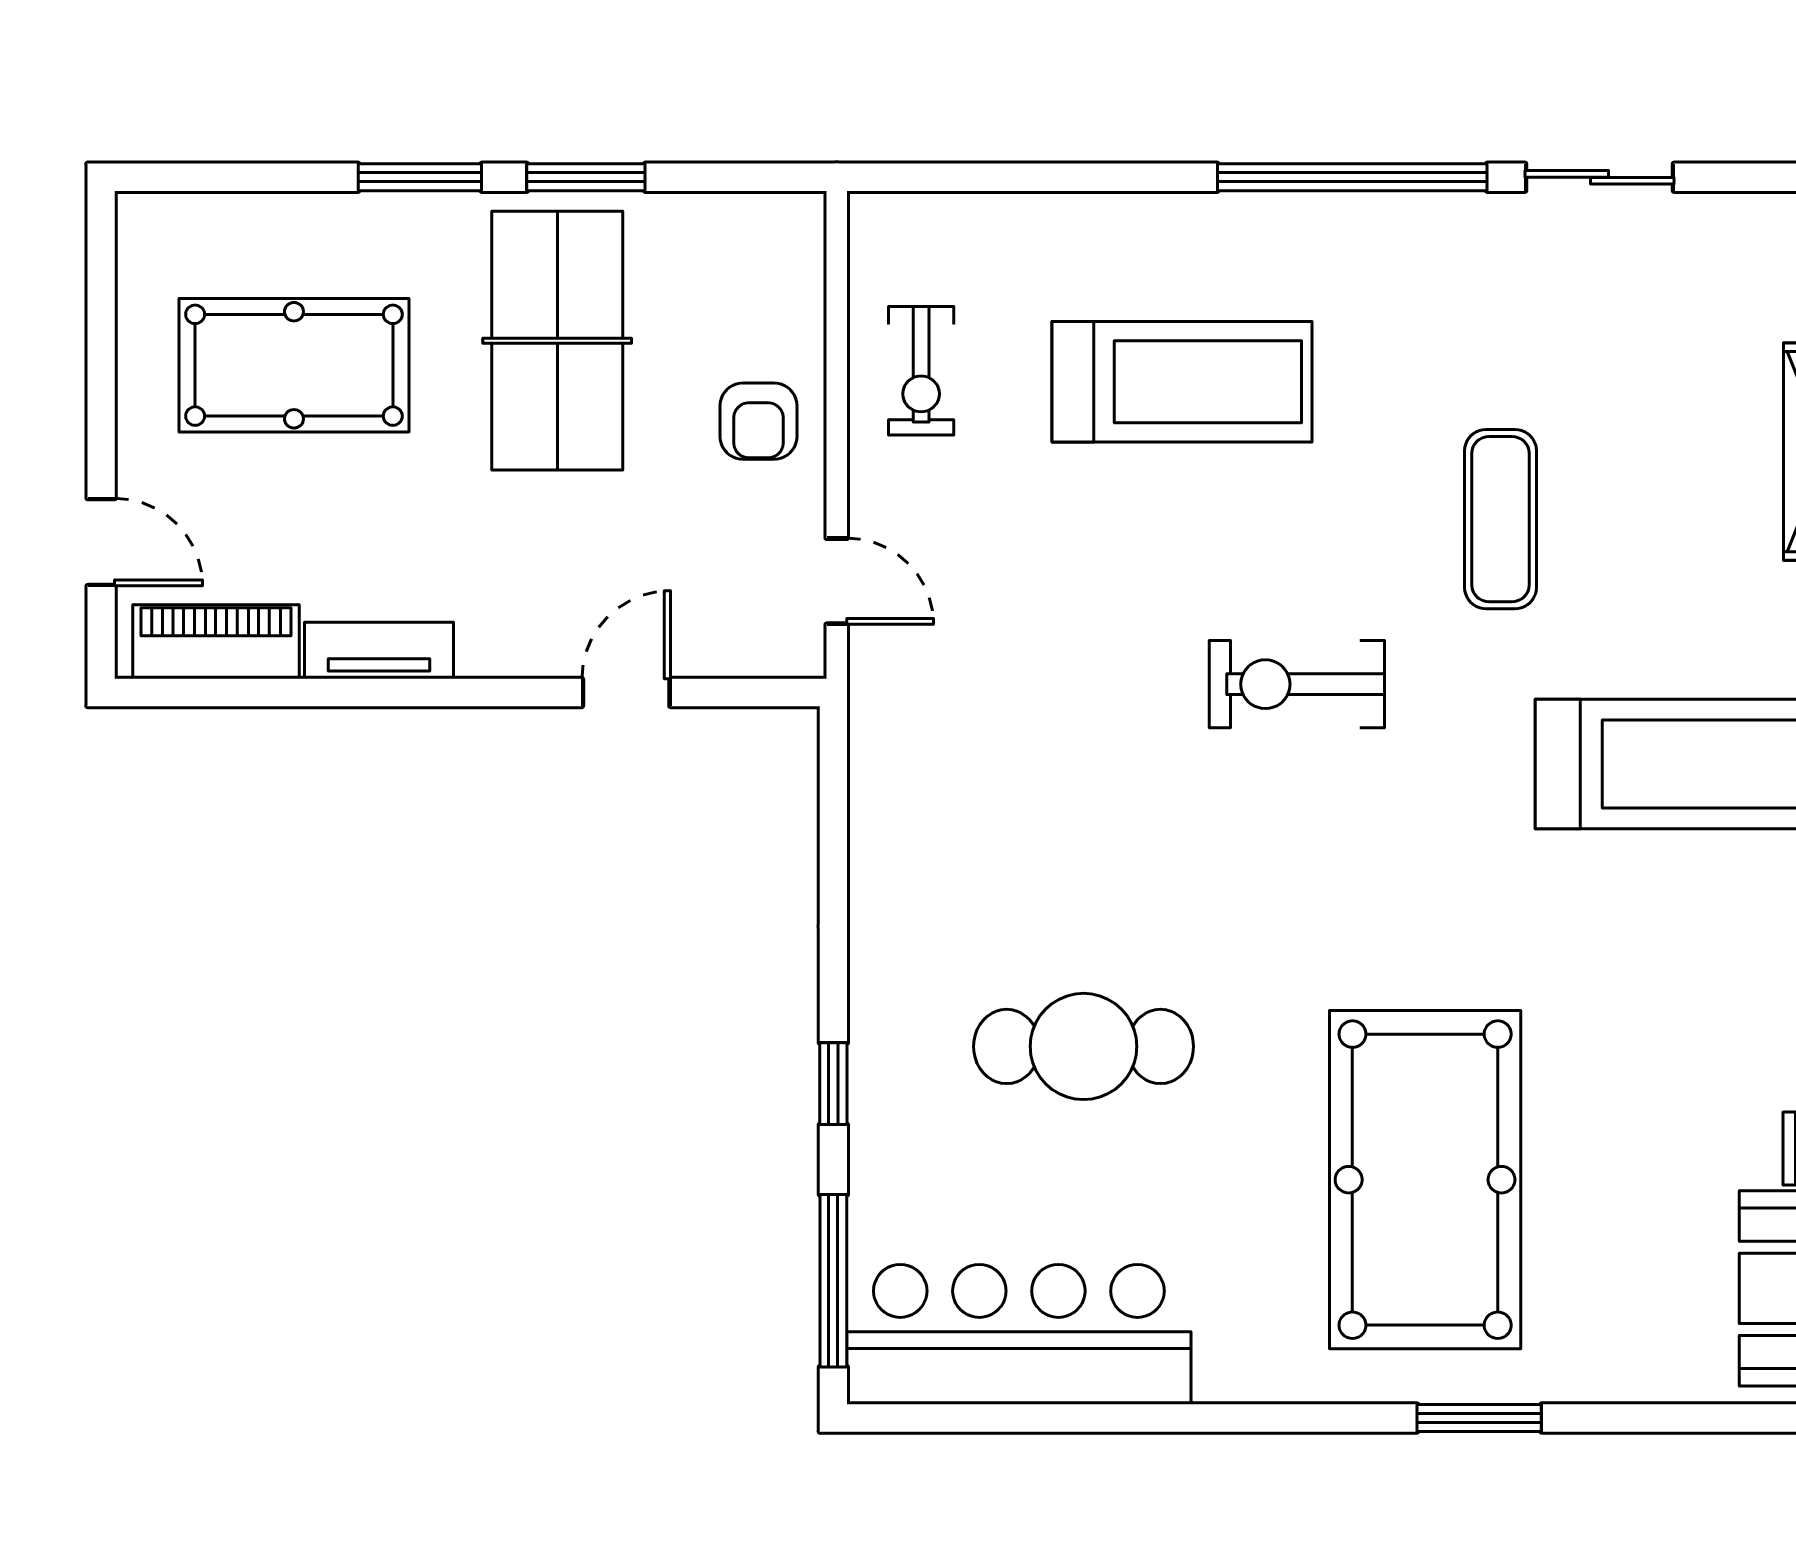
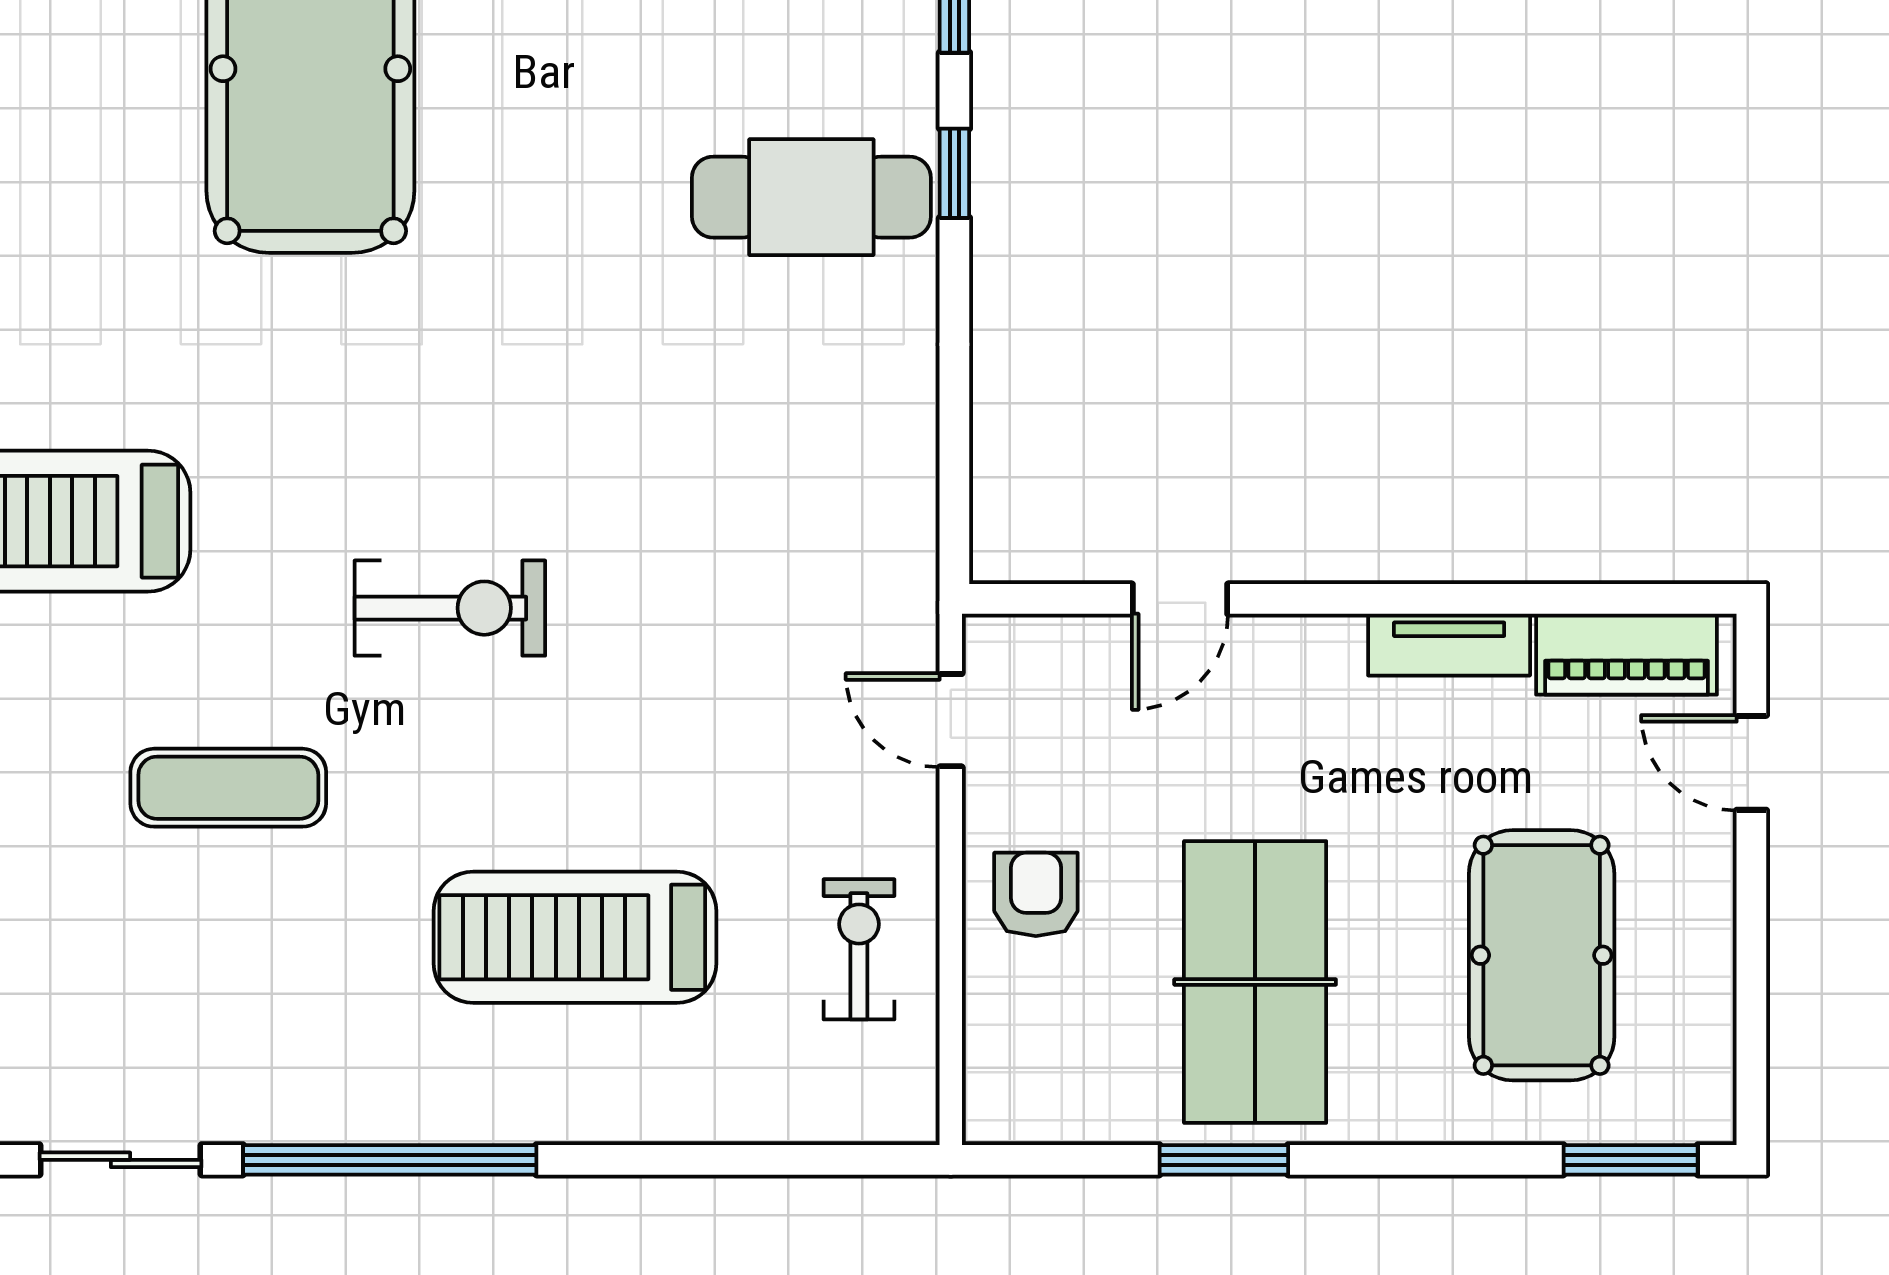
window: (420, 177) -> (1631, 1160), moved
pool table: (294, 365) -> (1542, 955), turned 90
exercise mat: (1501, 519) -> (228, 788), turned 90
cafe table: (1084, 1046) -> (811, 197), moved

